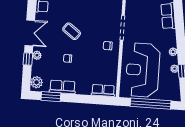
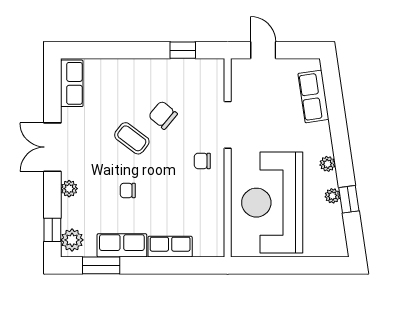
chair: (89, 20) -> (163, 115), added
double door: (30, 33) -> (52, 147), swing flipped
window: (28, 59) -> (52, 230), moved
row of seats: (103, 90) -> (170, 247), moved
window: (151, 104) -> (292, 265), removed

